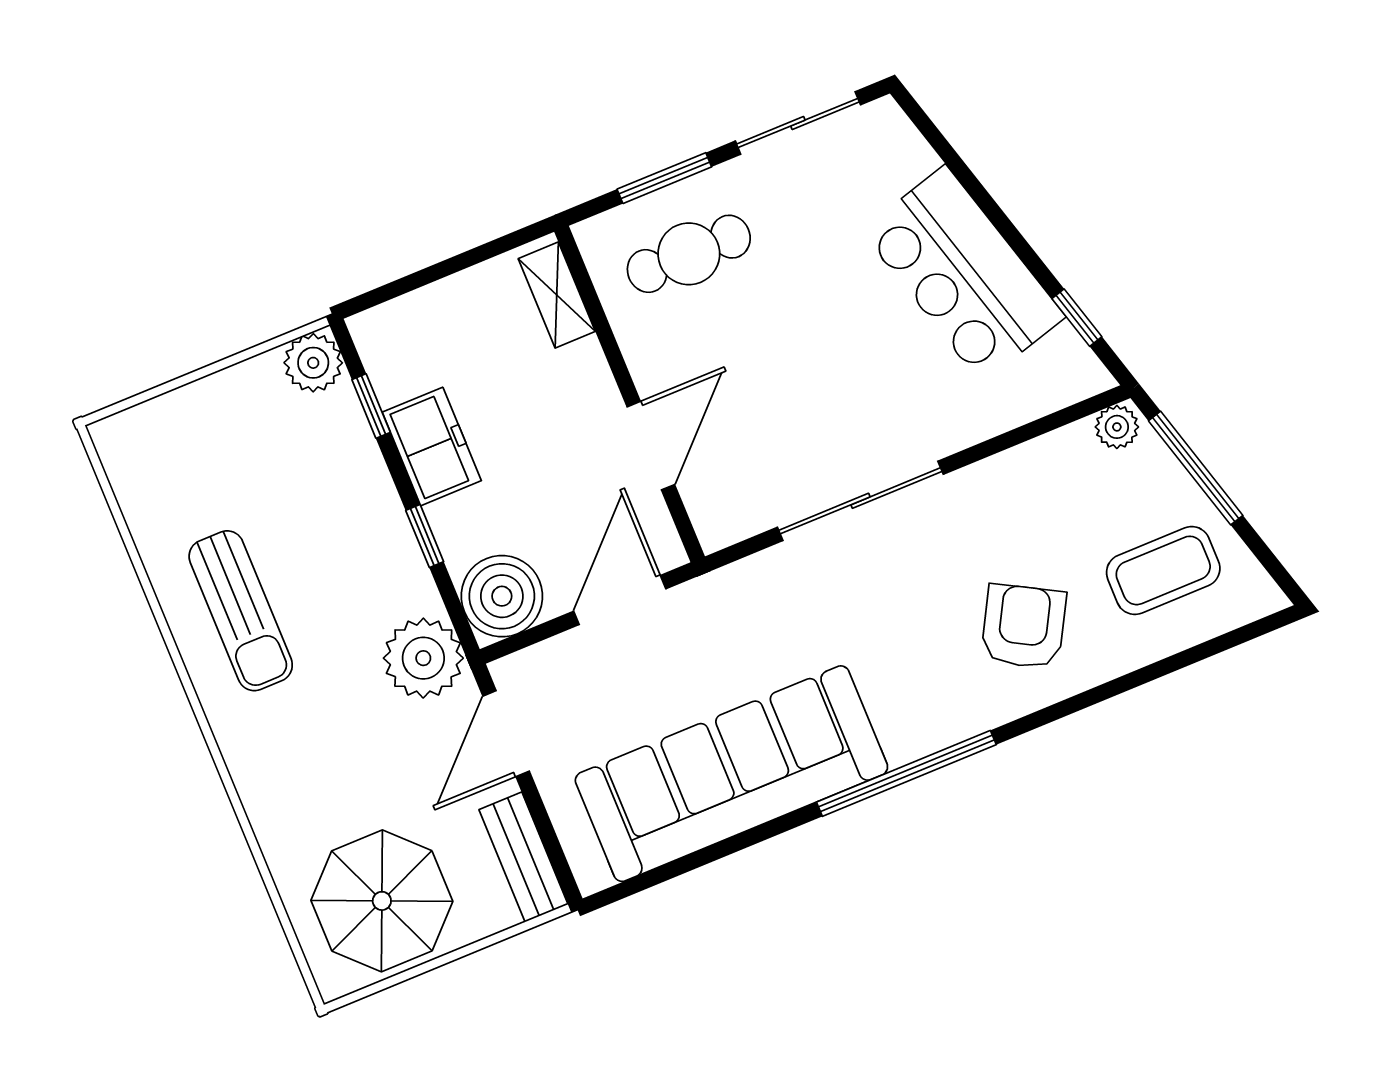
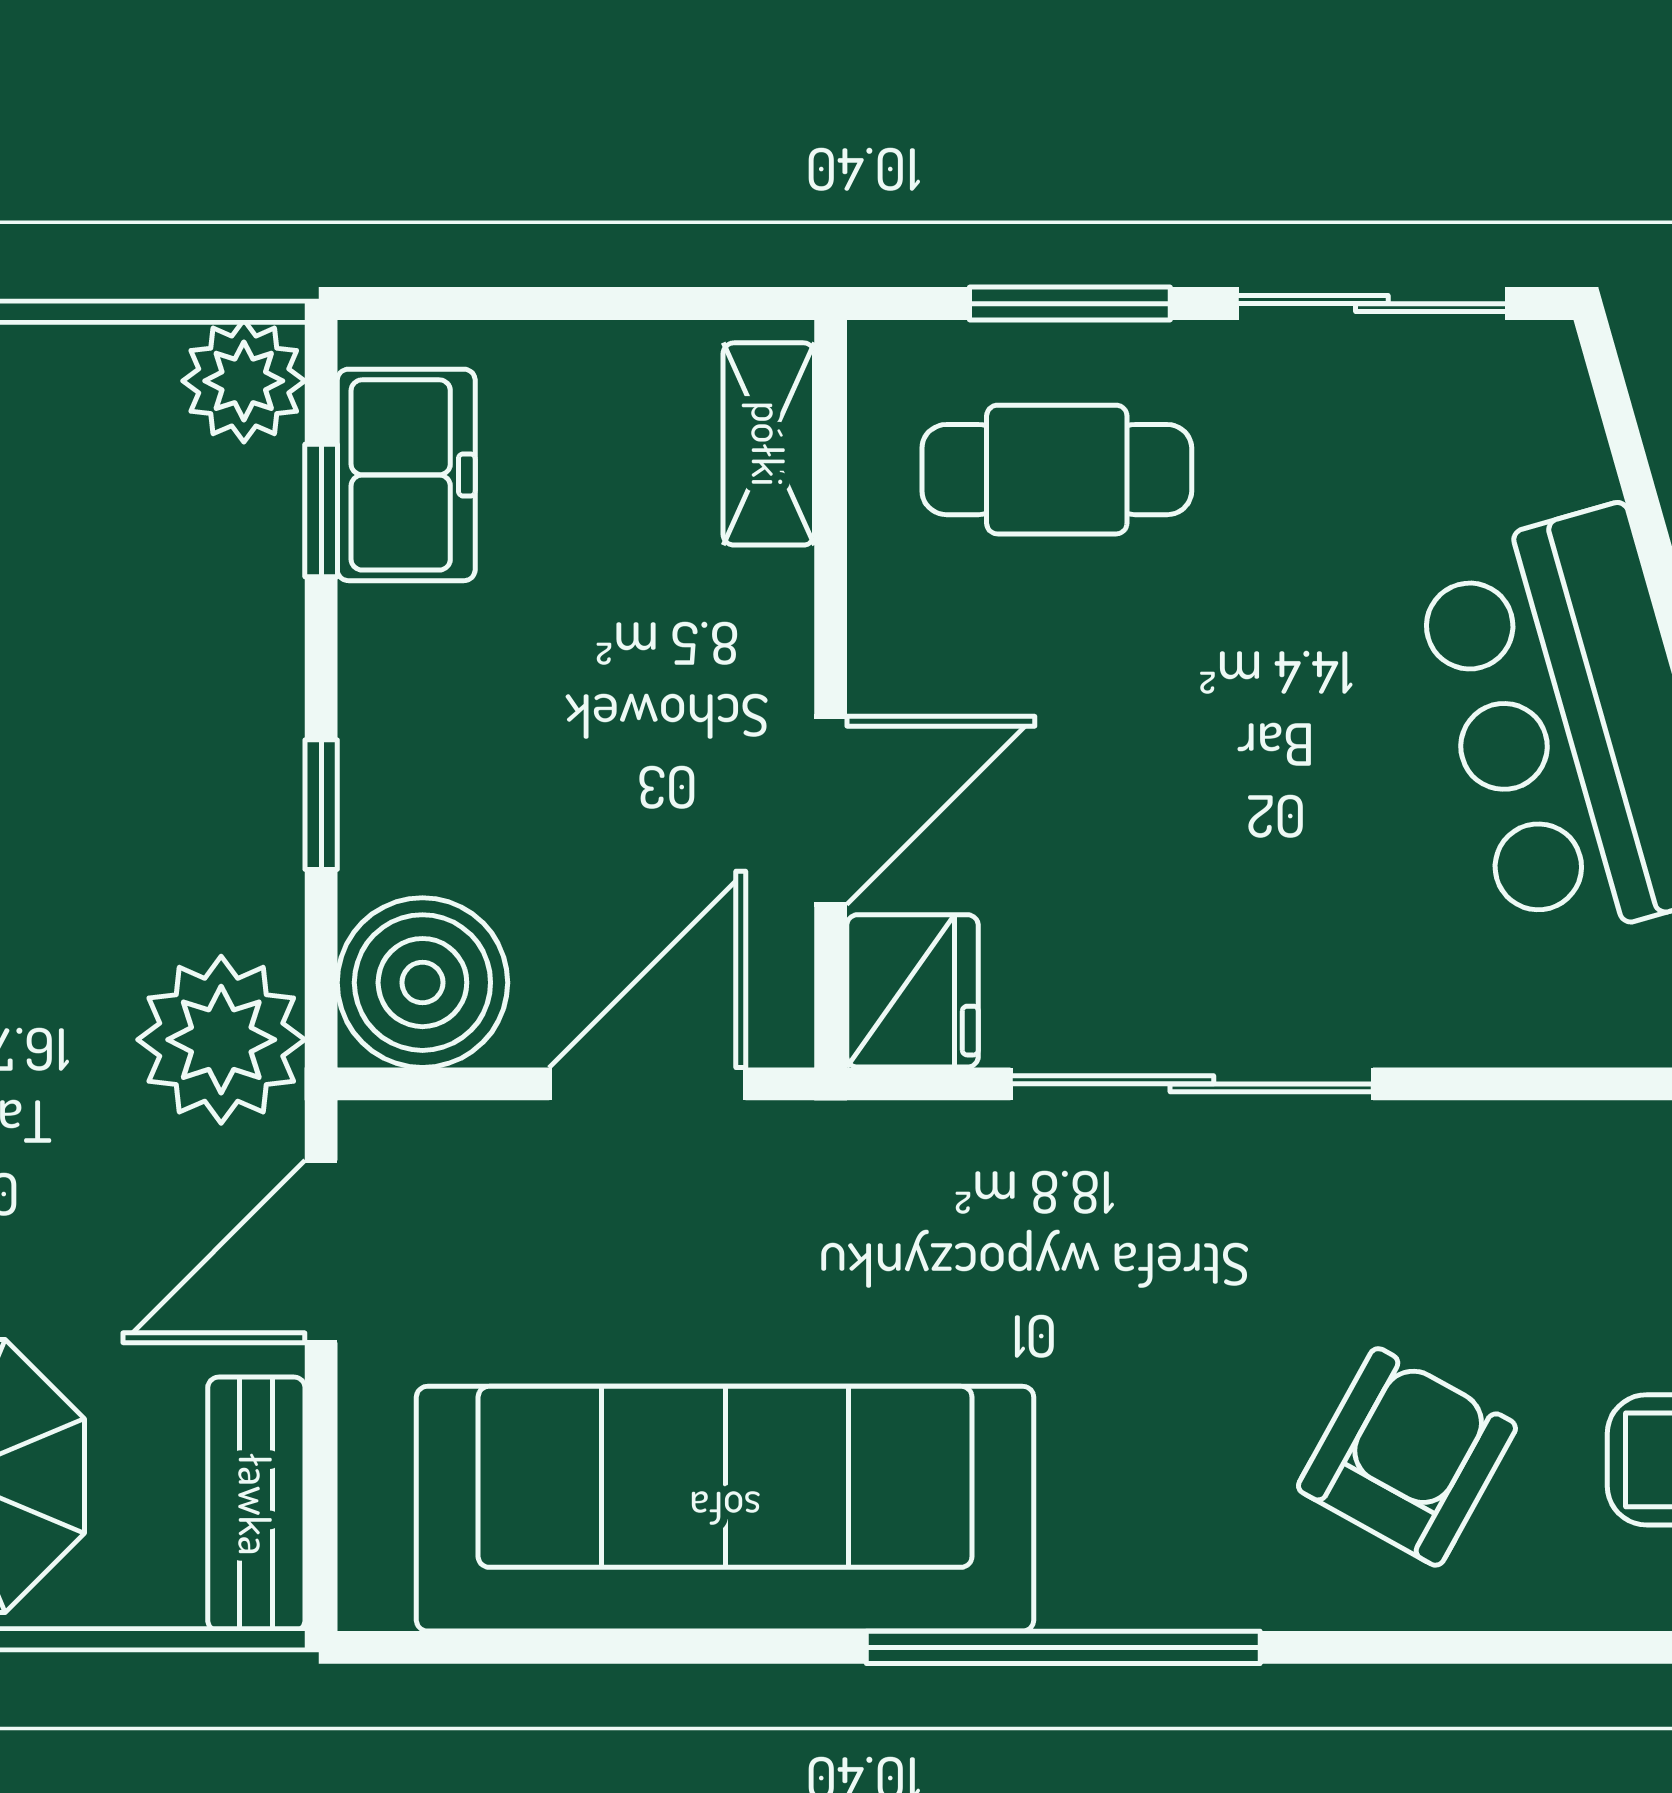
freezer: (432, 446) -> (406, 475), moved
fridge: (720, 511) -> (913, 991), added

